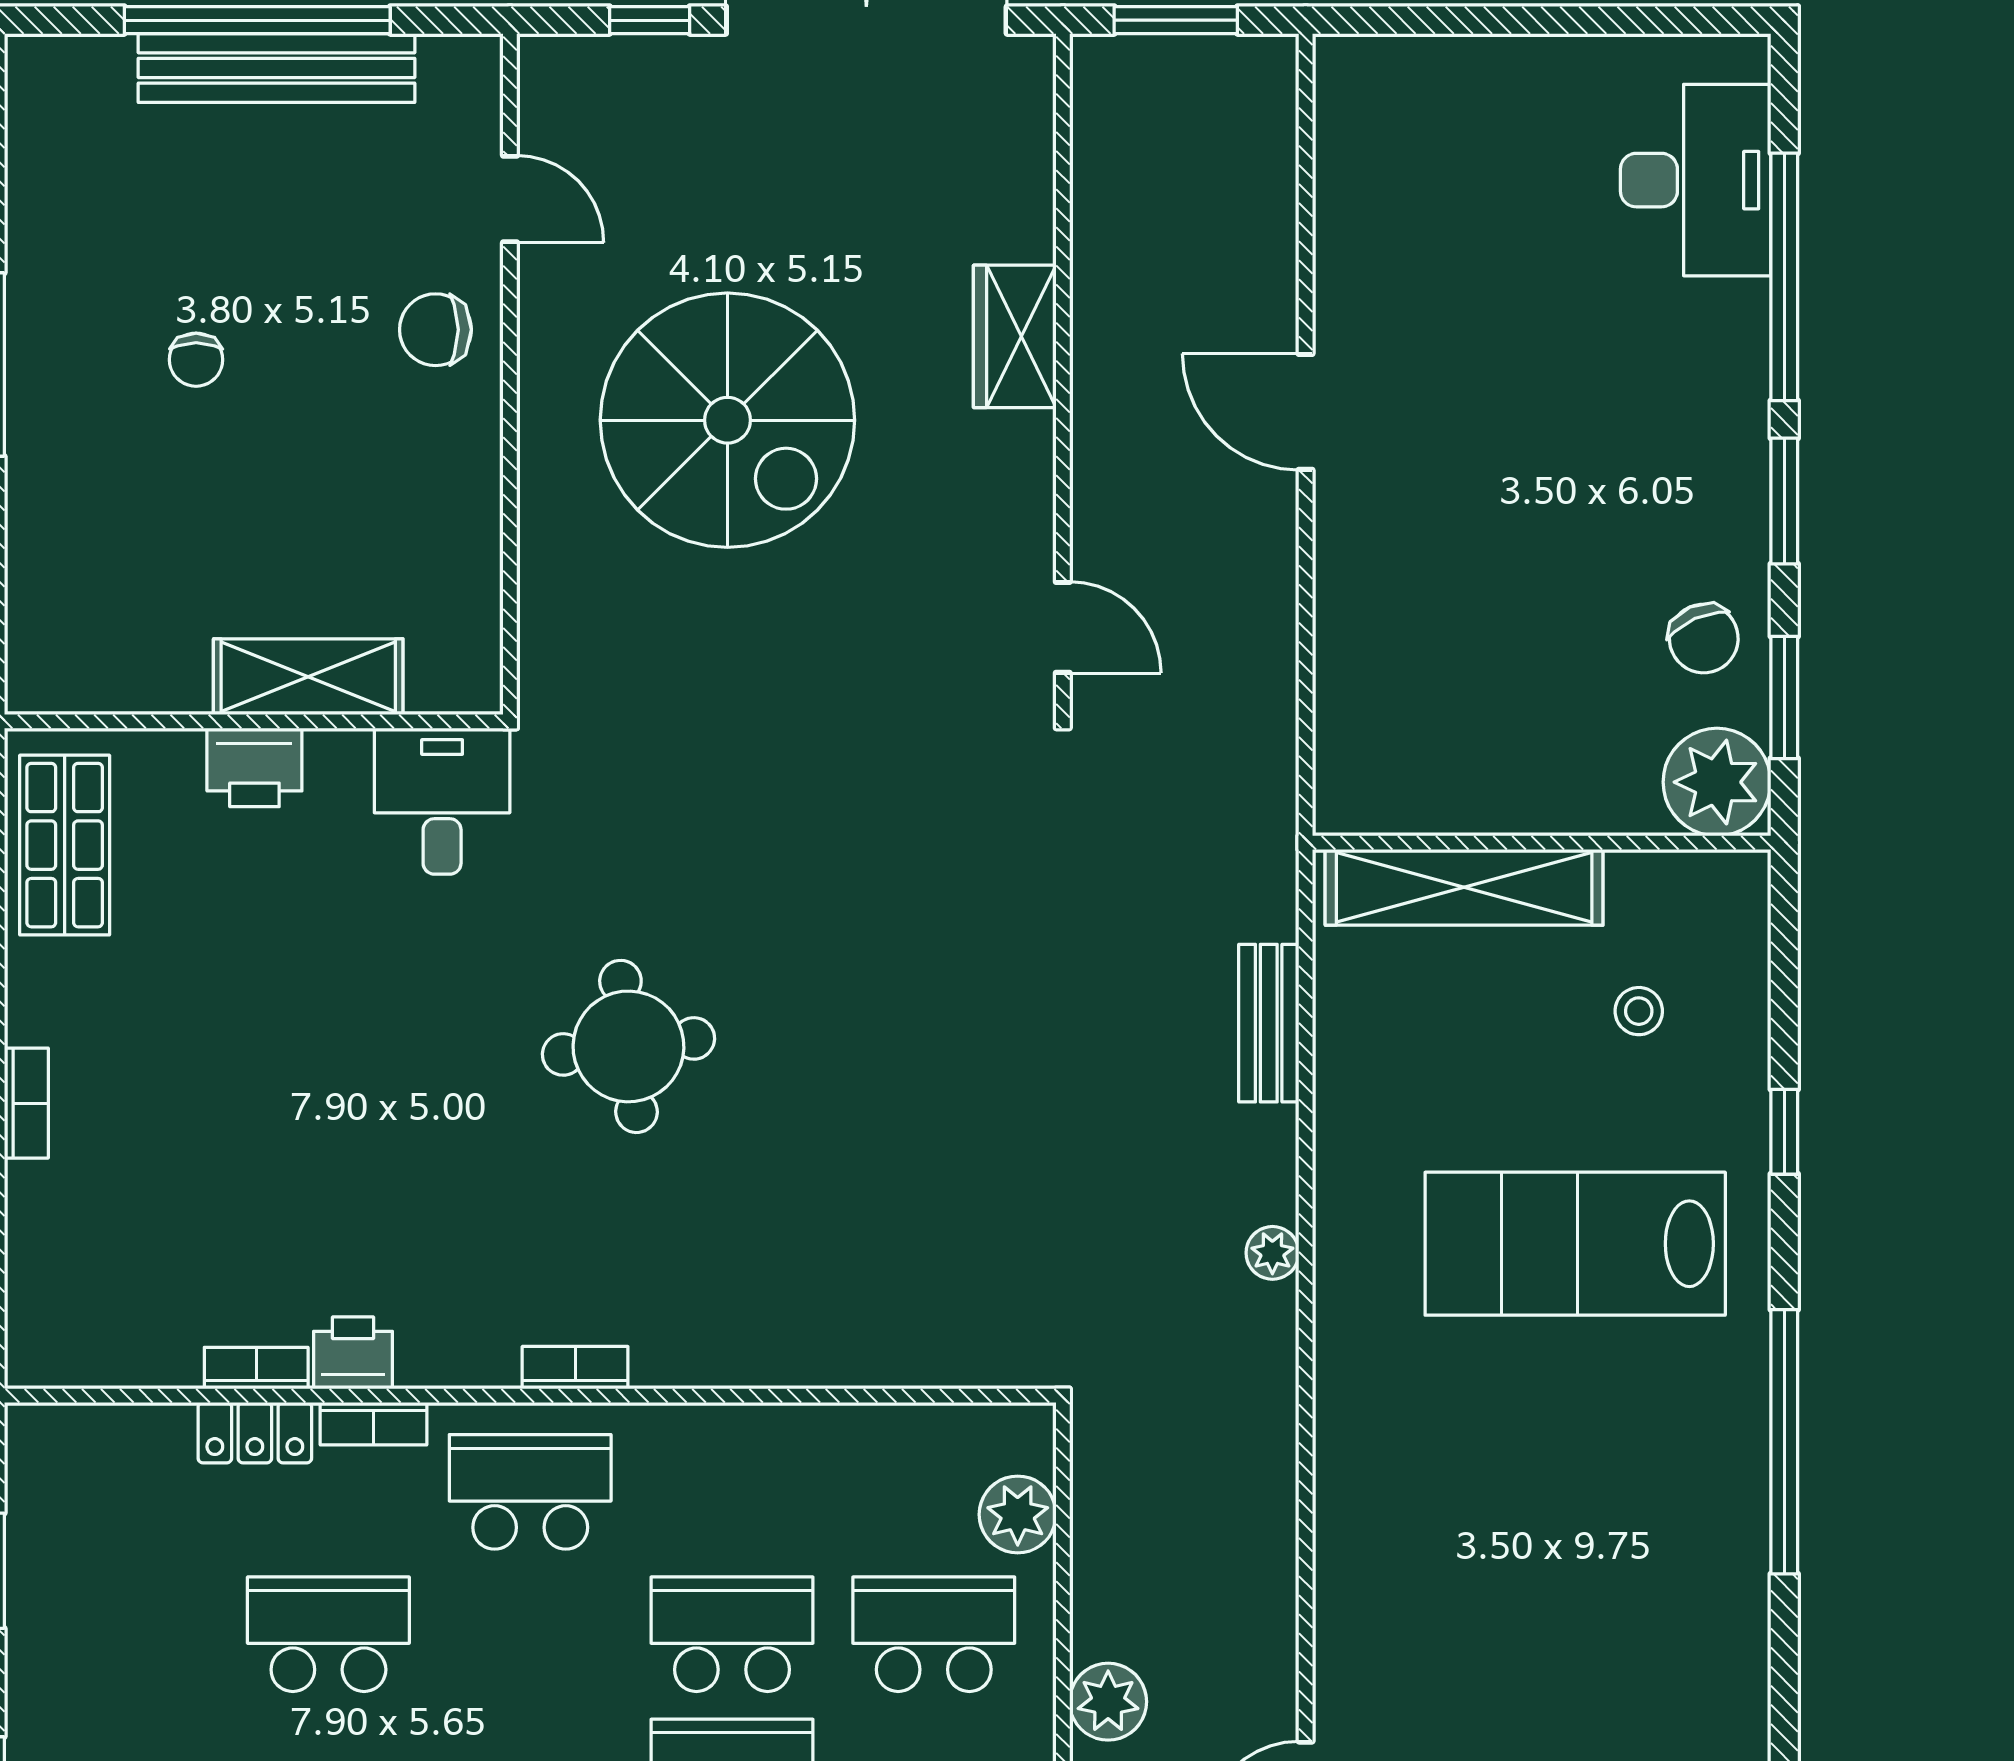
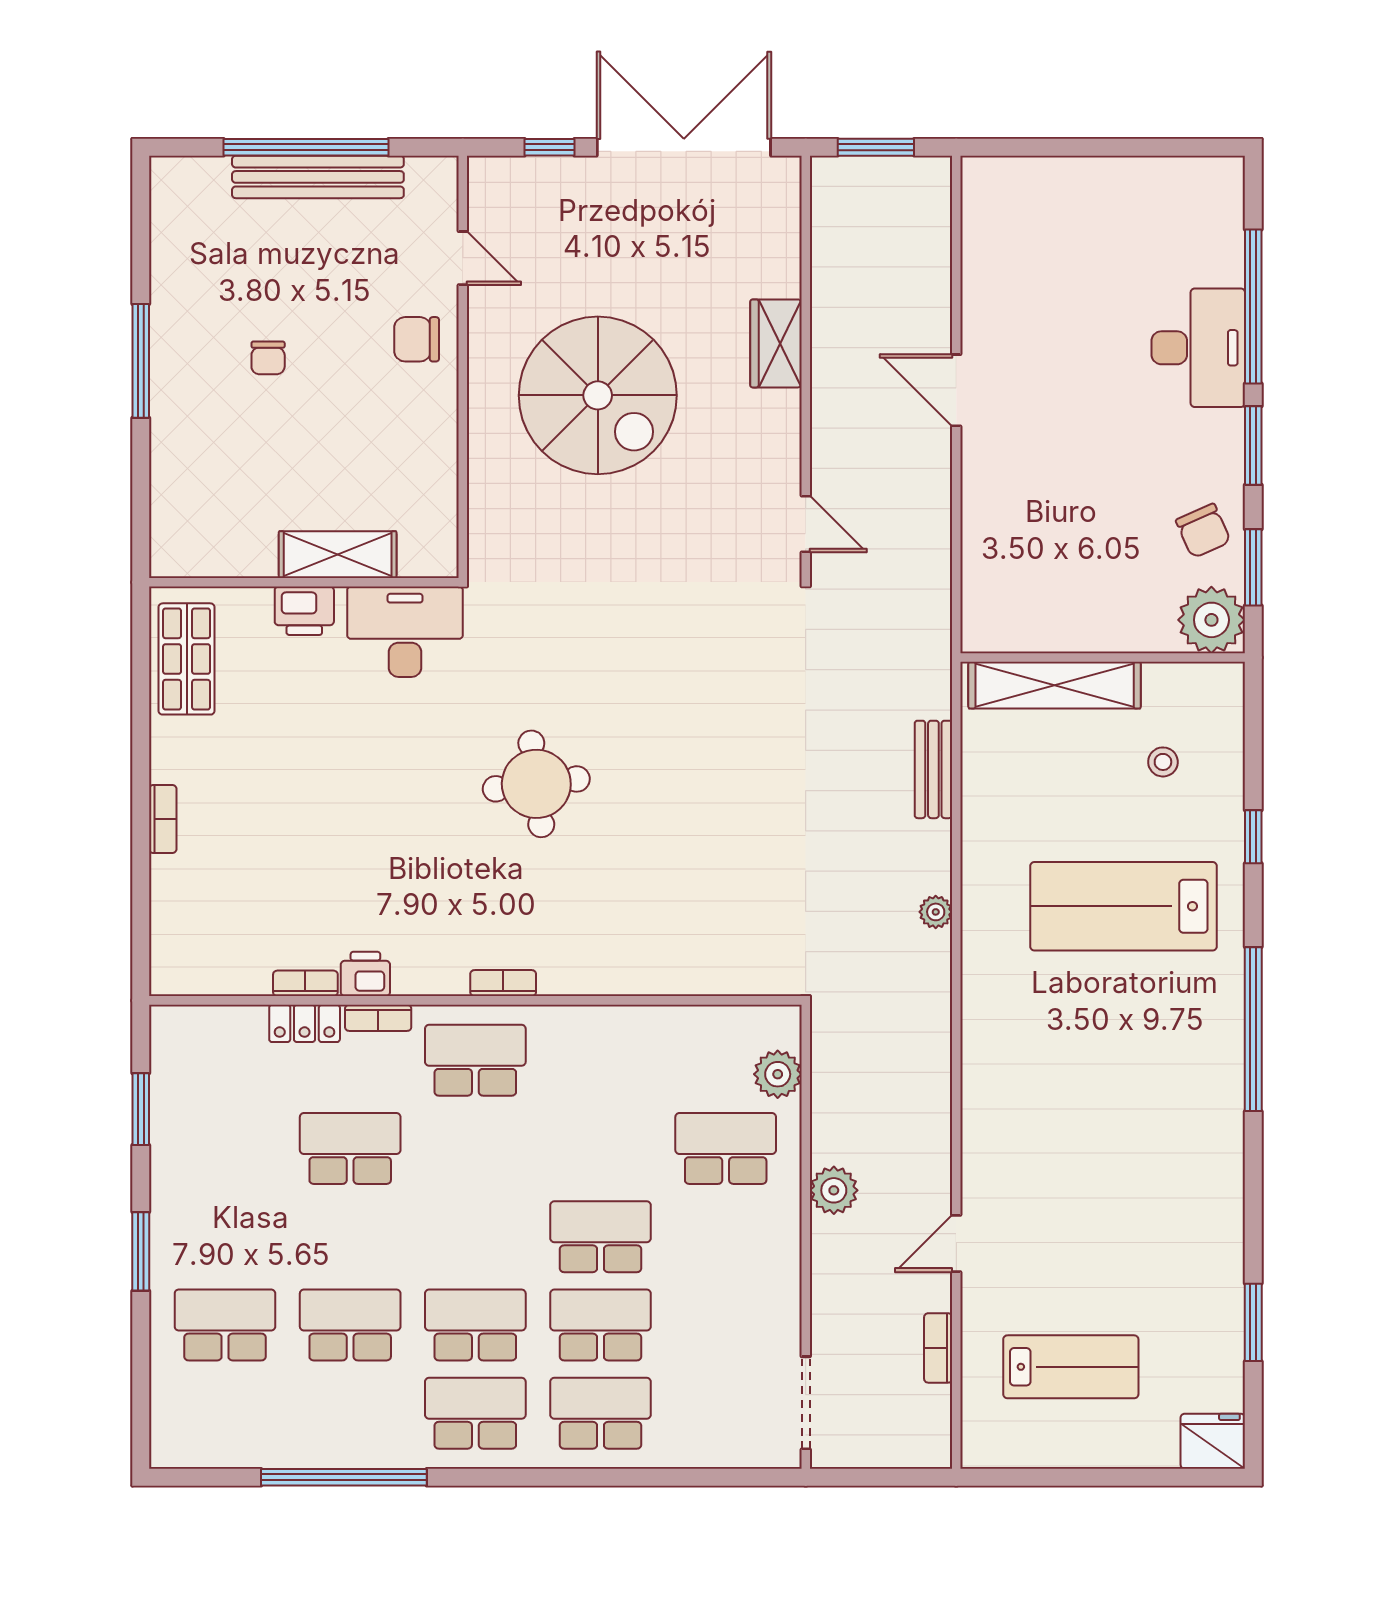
desk: (1696, 180) -> (1198, 348), moved
desk: (442, 801) -> (405, 632), width x1.37
school desk: (732, 1634) -> (600, 1148), removed

